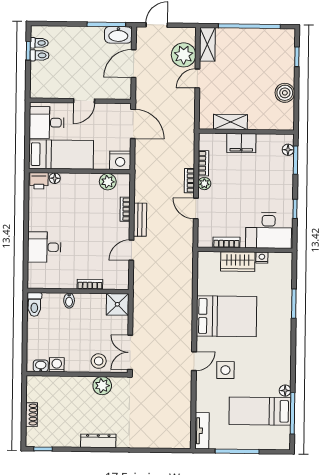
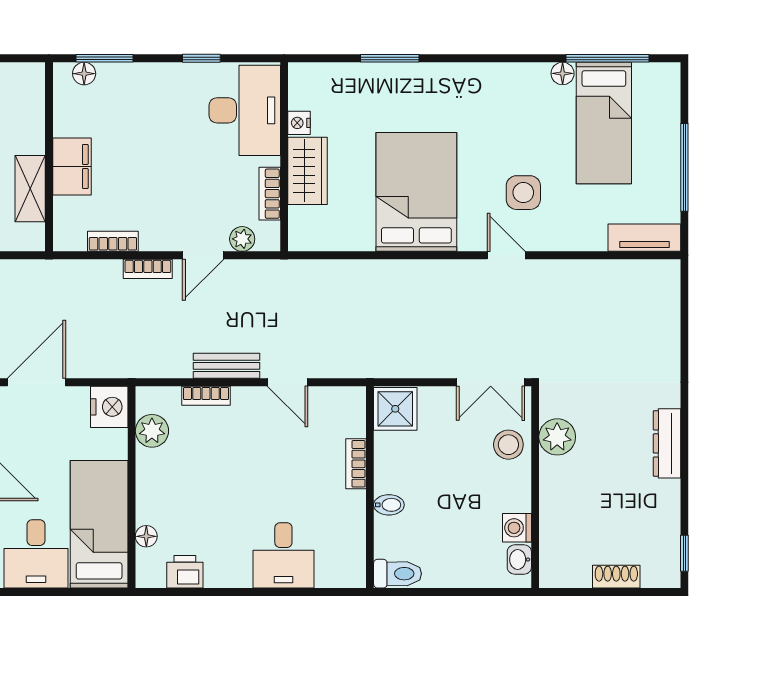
printer: (39, 181) -> (185, 572), moved, turned -90
plant: (204, 184) -> (242, 239), moved

